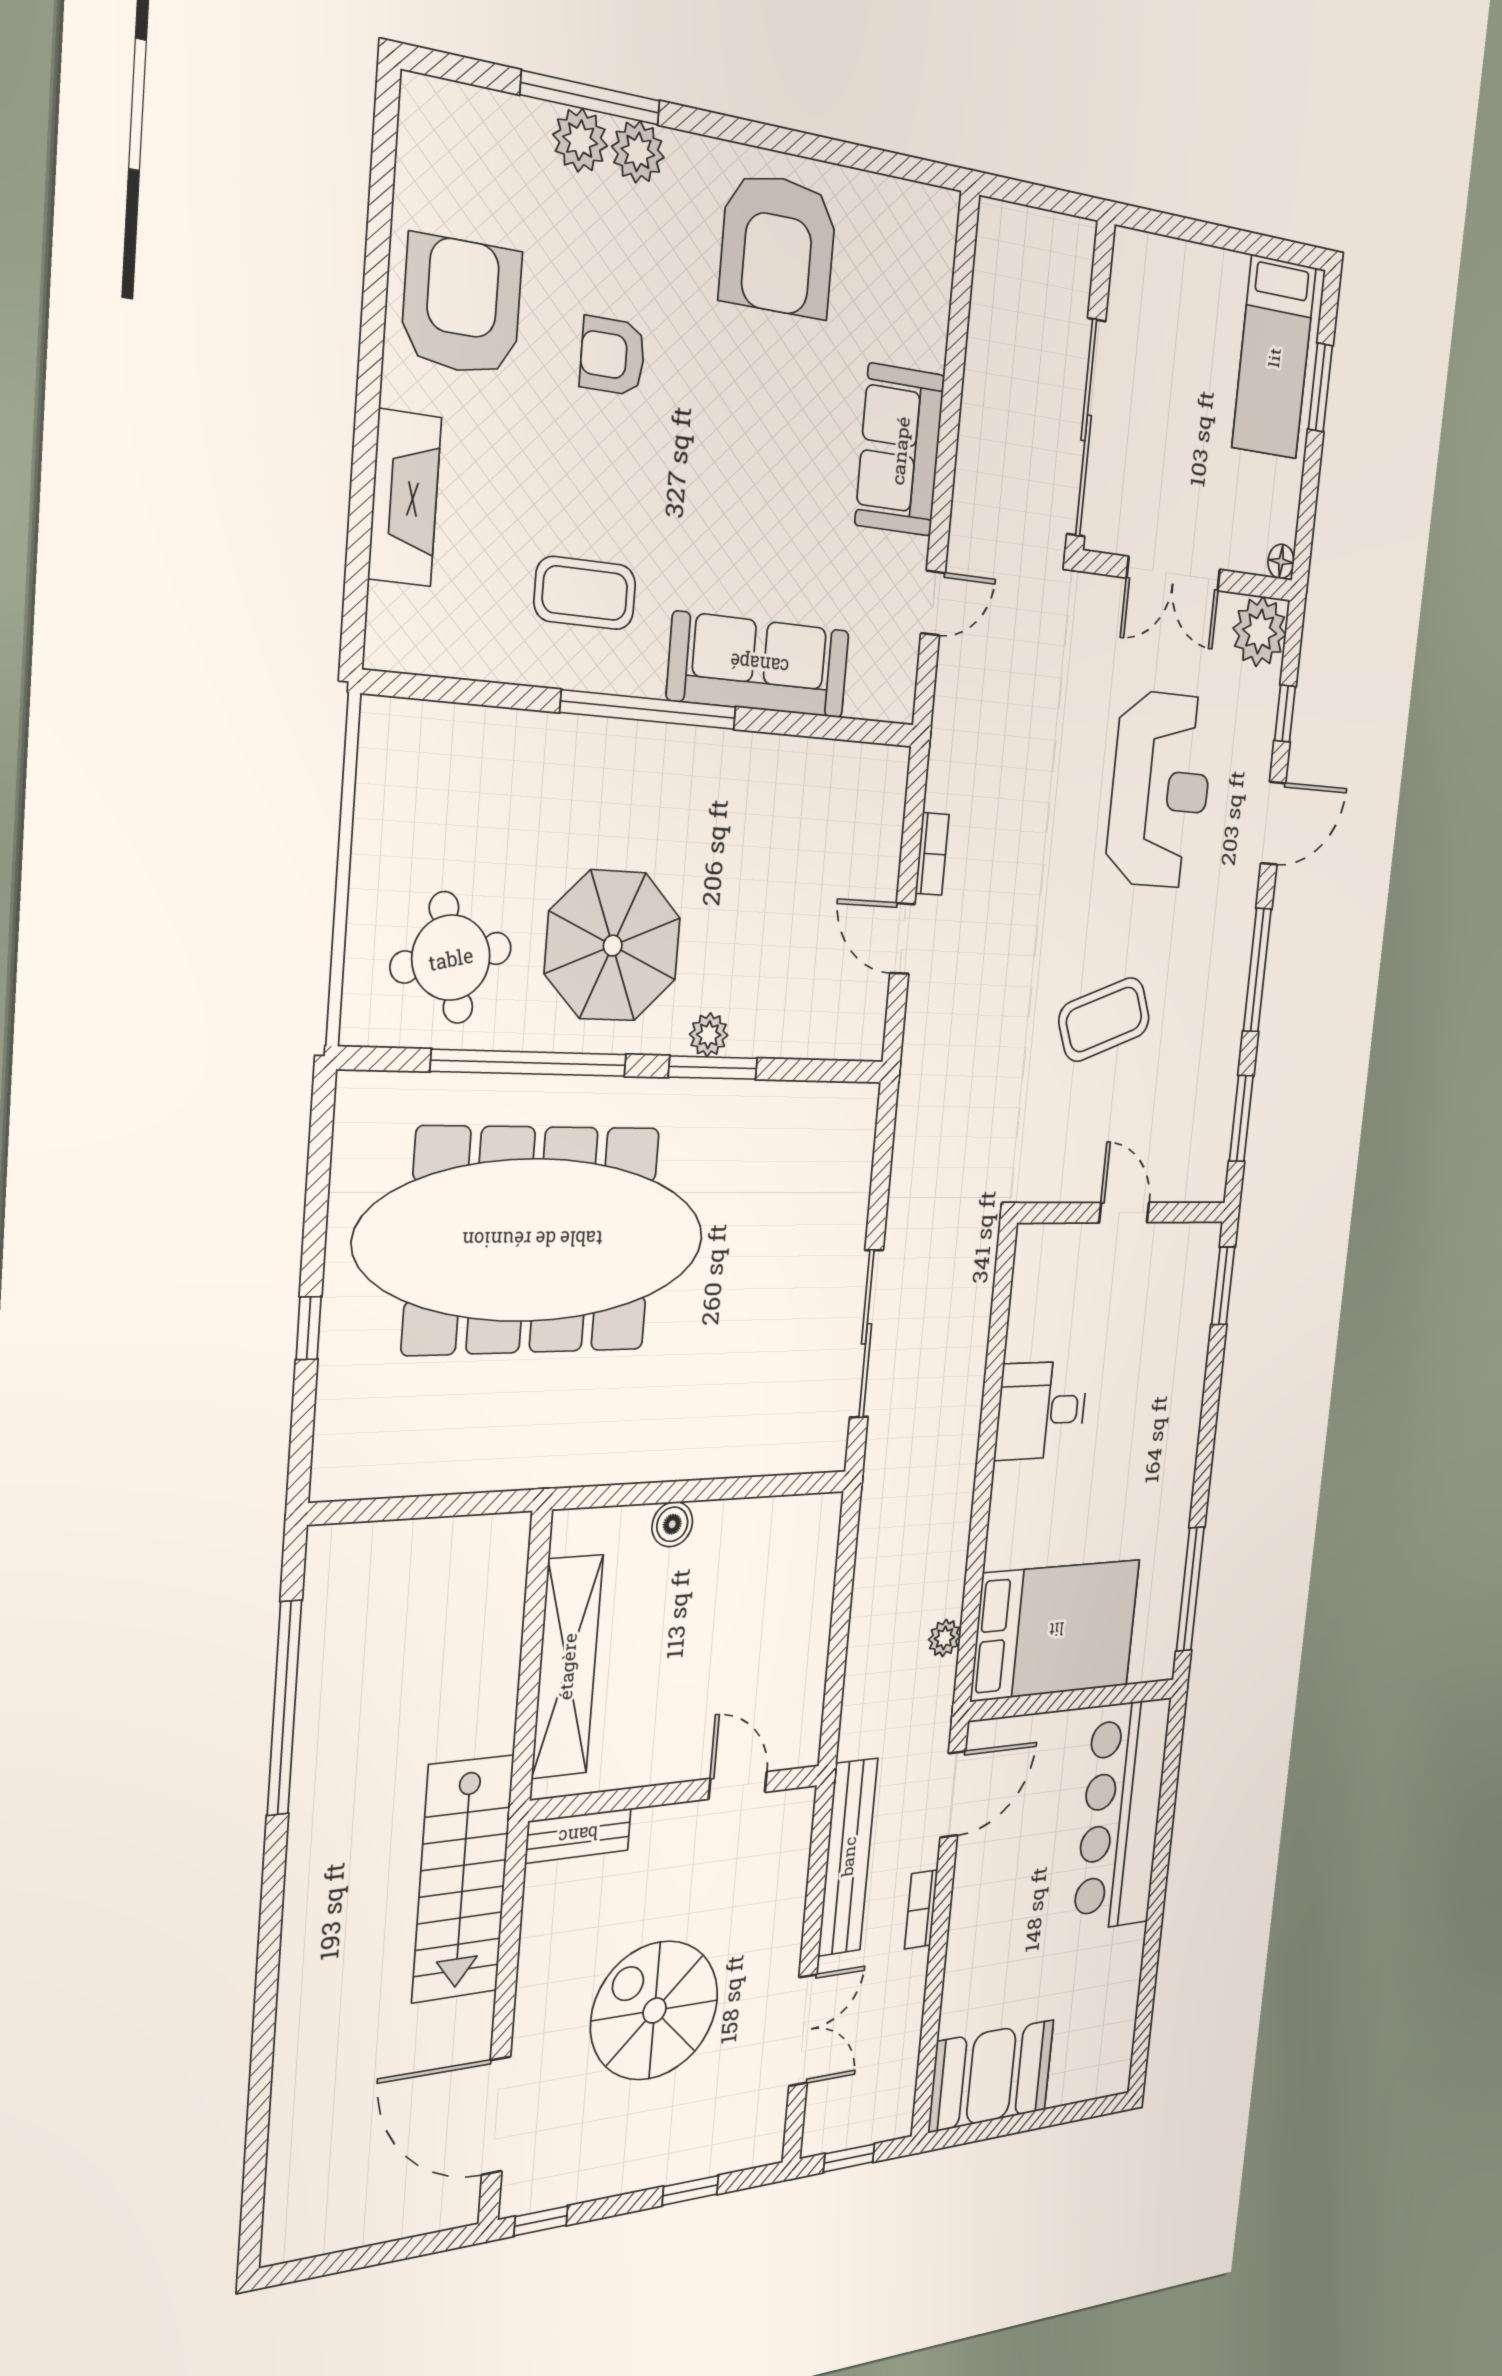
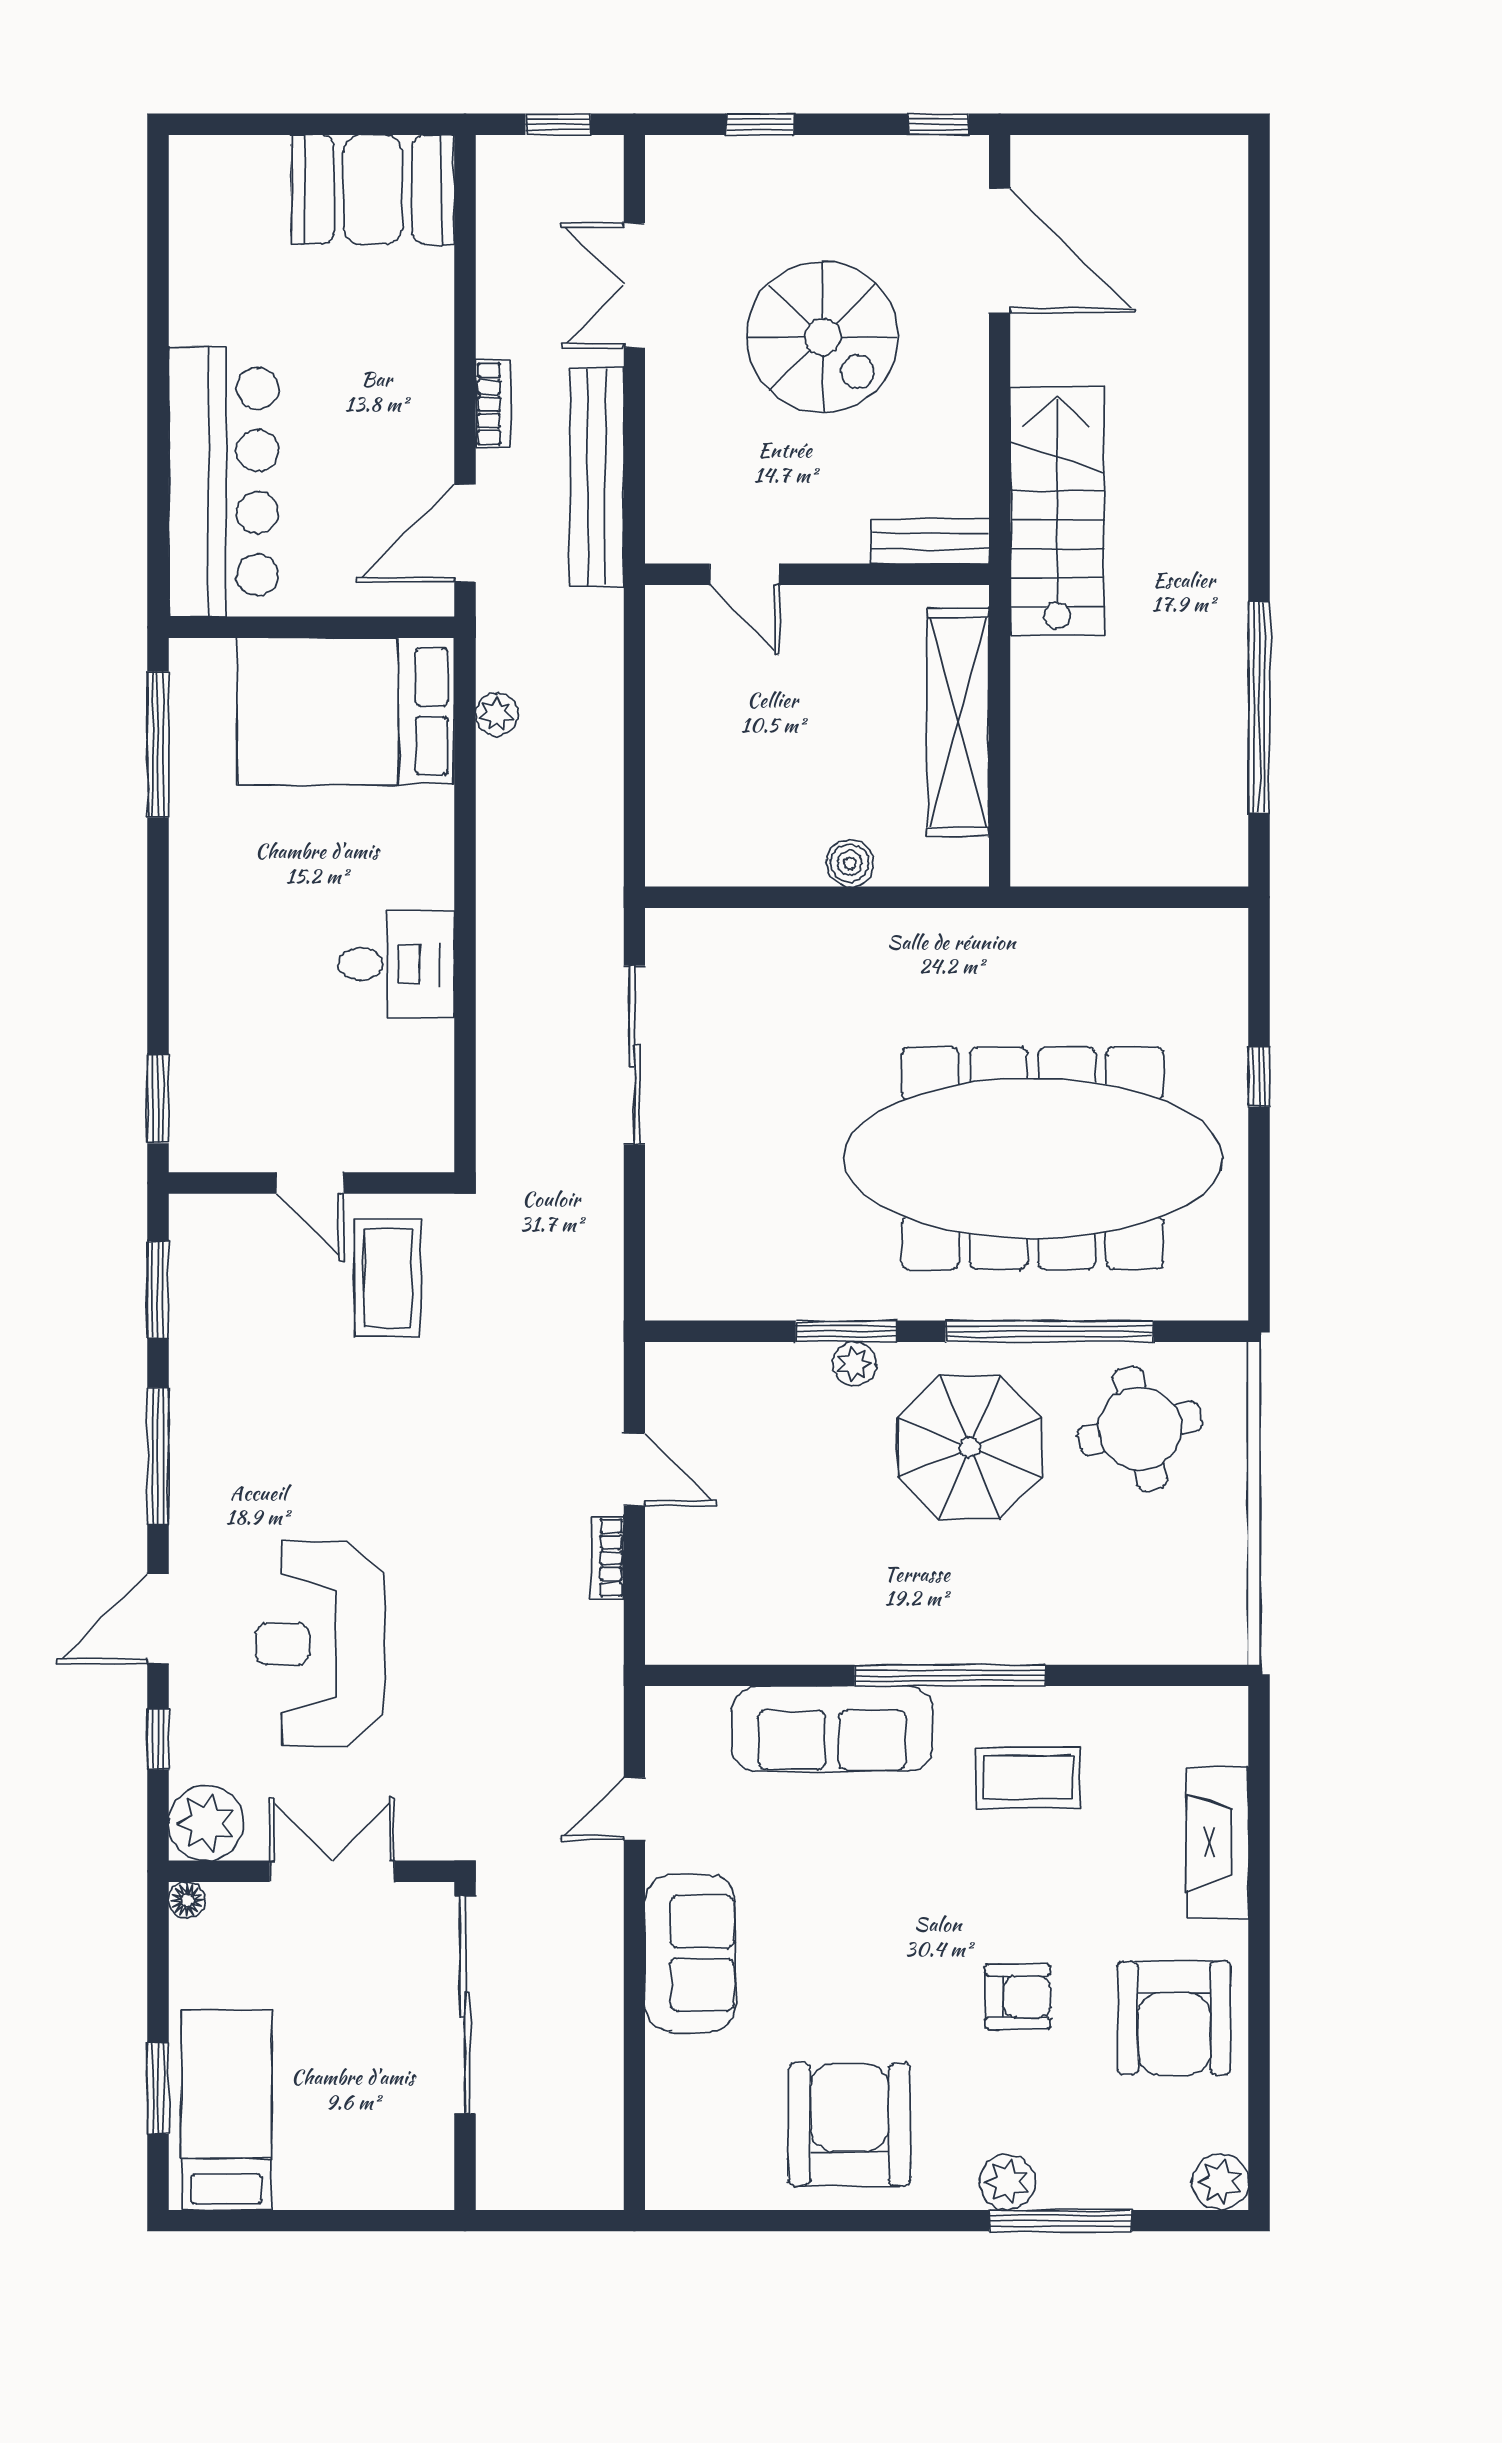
plant: (580, 140) -> (1220, 2182), moved
coffee table: (1104, 1019) -> (388, 1278), moved, turned -69

